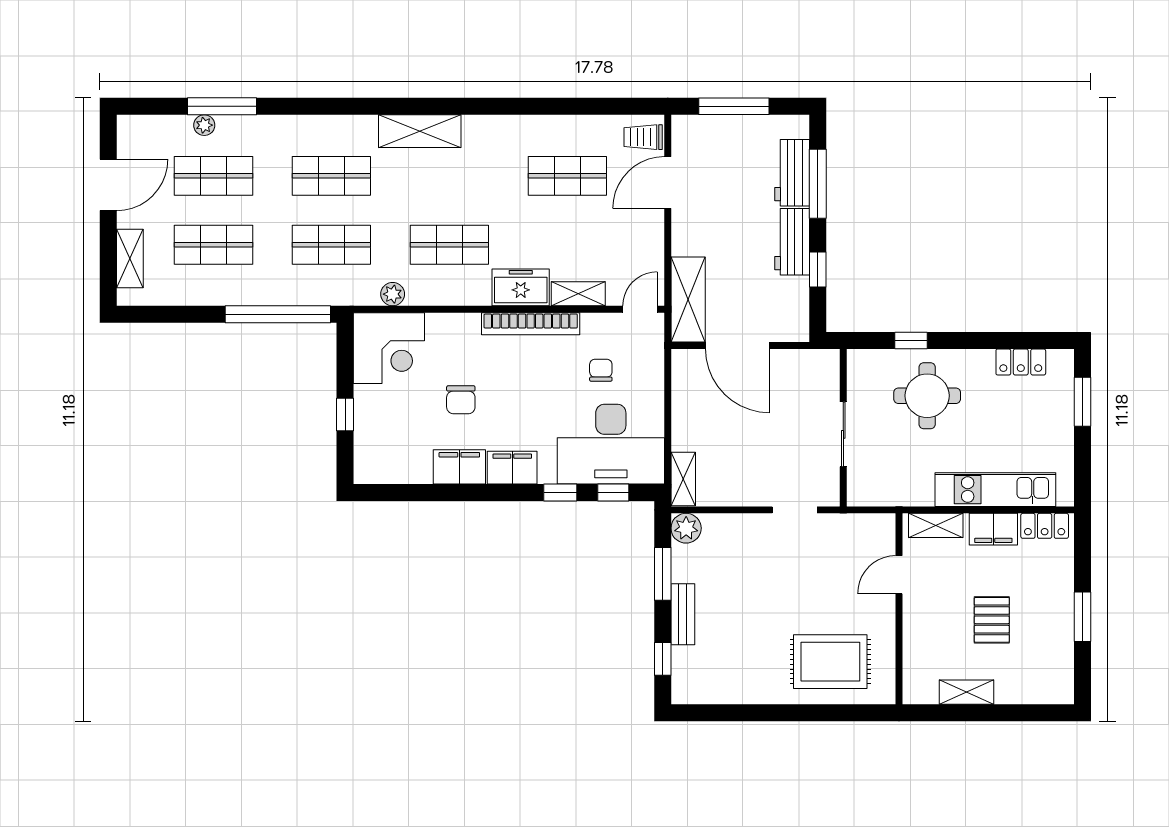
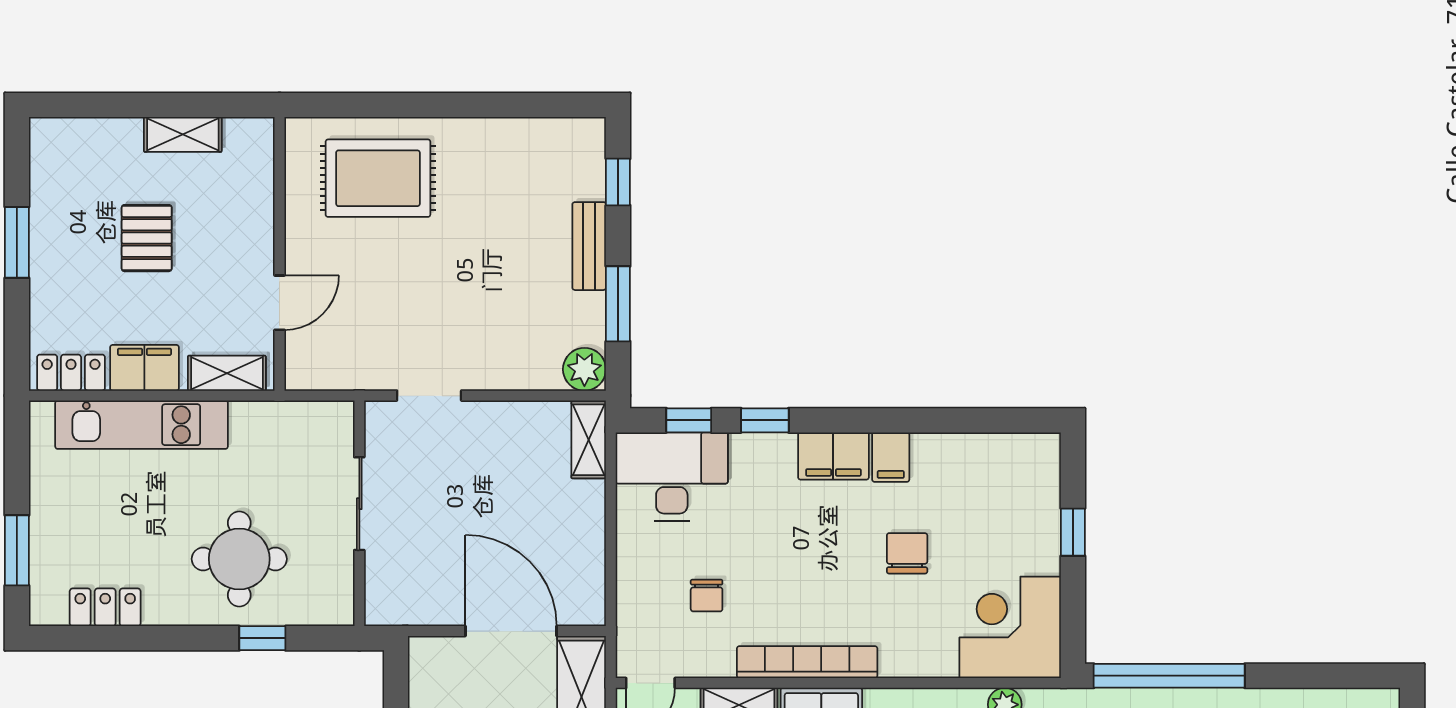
desk: (611, 444) -> (672, 476), width x0.73, depth x0.77
filing cabinet: (459, 467) -> (891, 457), width x0.50

